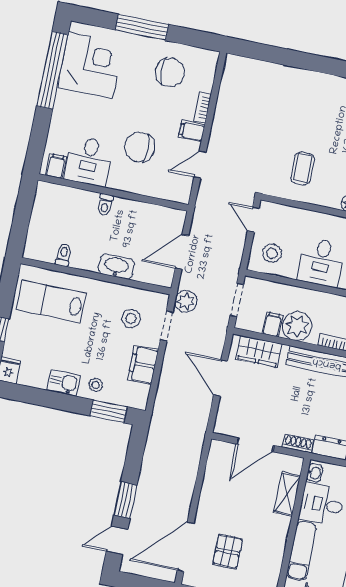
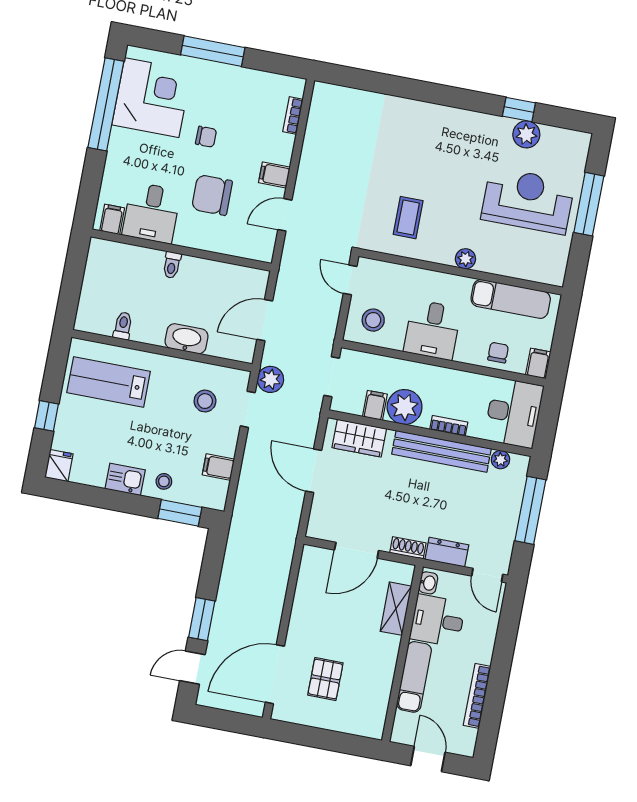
chair: (170, 72) -> (206, 137), moved, width x0.54, depth x0.54
bookcase: (203, 108) -> (293, 115), moved
filing cabinet: (143, 365) -> (218, 467), width x0.50

